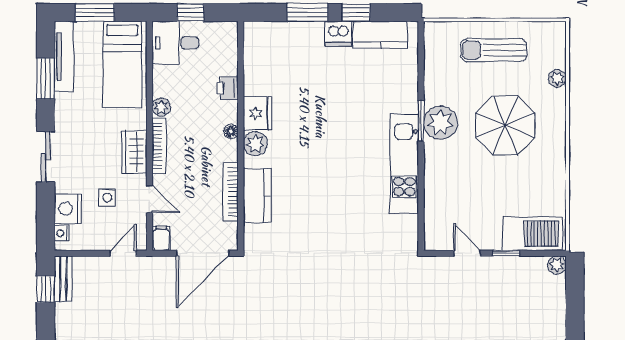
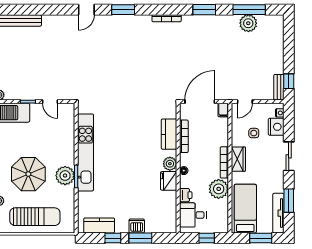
dishwasher: (338, 34) -> (137, 226), moved
desk: (175, 43) -> (193, 215), moved, turned 180
sun lounger: (494, 50) -> (35, 217), width x1.36, depth x1.34
plant: (161, 107) -> (219, 189), width x1.87, depth x1.87
kitchen unit: (404, 163) -> (85, 152), width x1.36
door: (150, 199) -> (230, 132), removed

